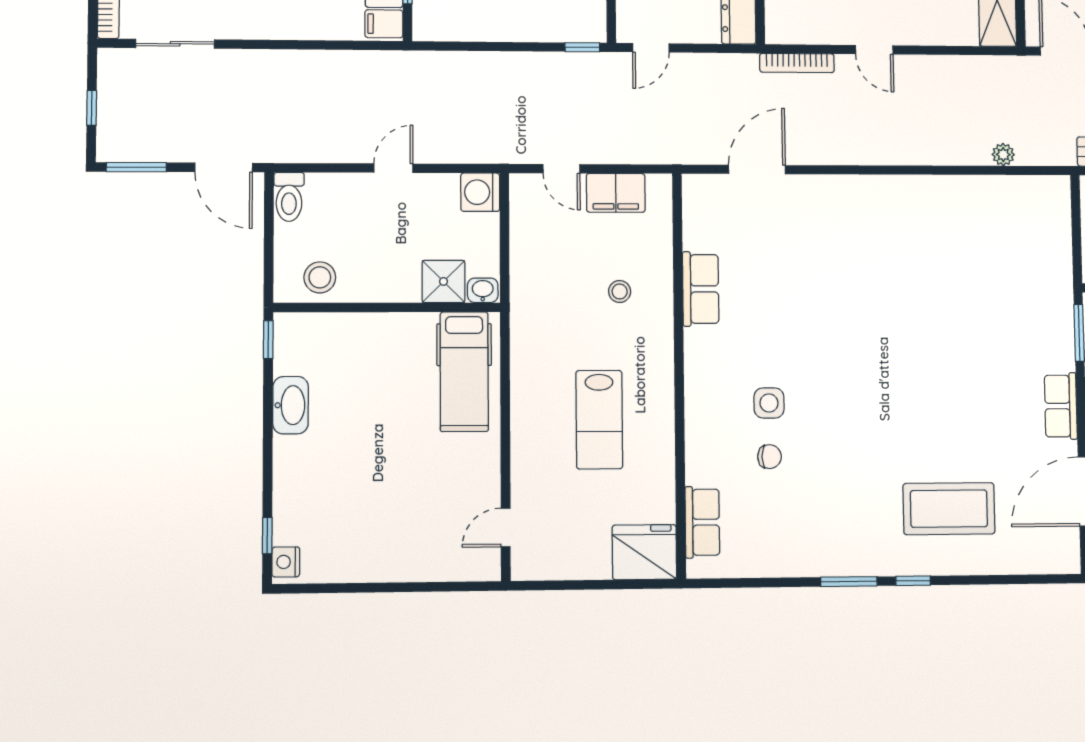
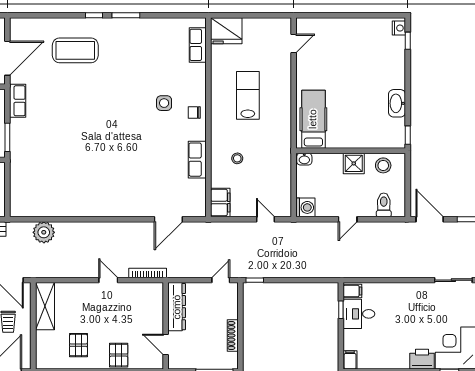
plant: (1003, 155) -> (44, 232), width x1.88, depth x1.88
filing cabinet: (616, 193) -> (220, 202), moved, turned 90
toilet: (289, 197) -> (384, 205), moved
shower: (443, 281) -> (354, 163), moved
chair: (770, 457) -> (194, 113), moved

